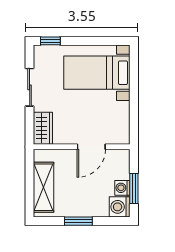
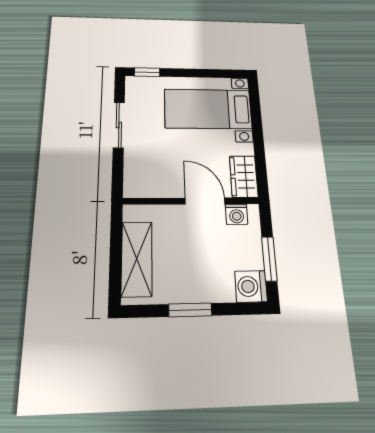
wardrobe: (43, 128) -> (244, 177), moved, turned 180
door: (91, 147) -> (205, 201), swing flipped
washing machine: (122, 188) -> (237, 214), moved, turned -90

